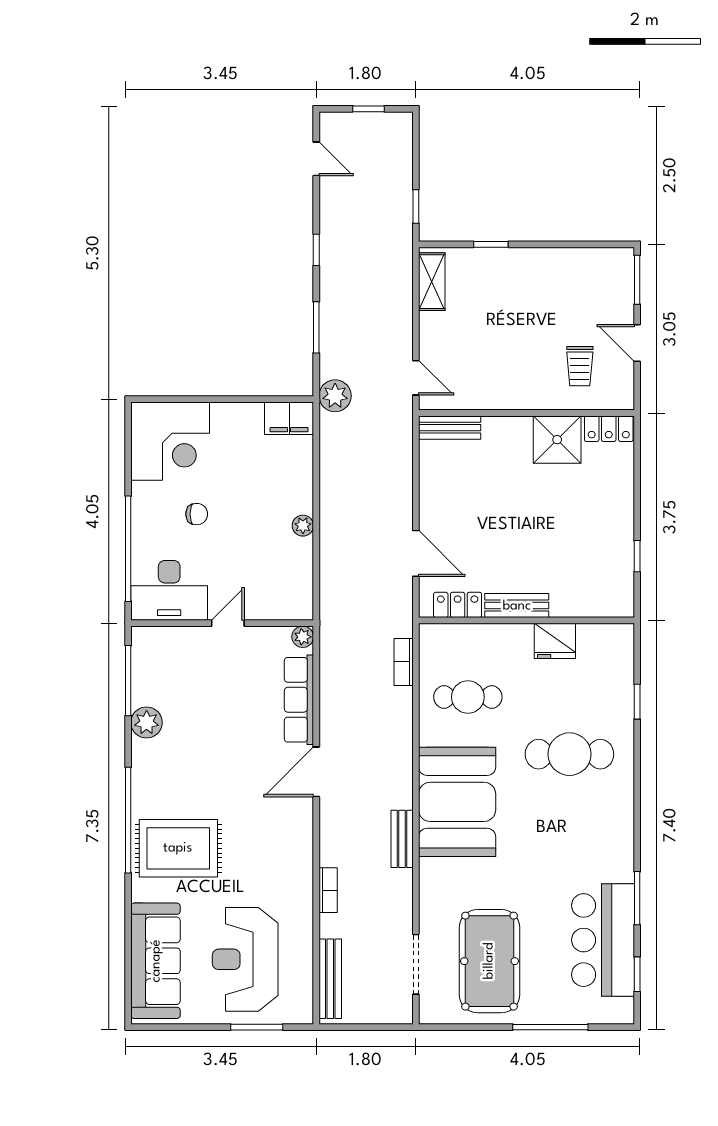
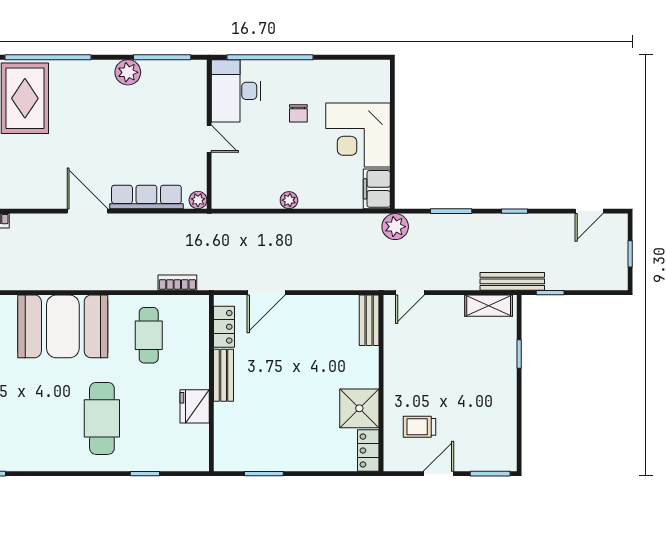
corner desk: (170, 441) -> (358, 135), moved
window: (637, 556) -> (264, 474), width x1.50
bench: (402, 839) -> (512, 281), moved, width x1.36

